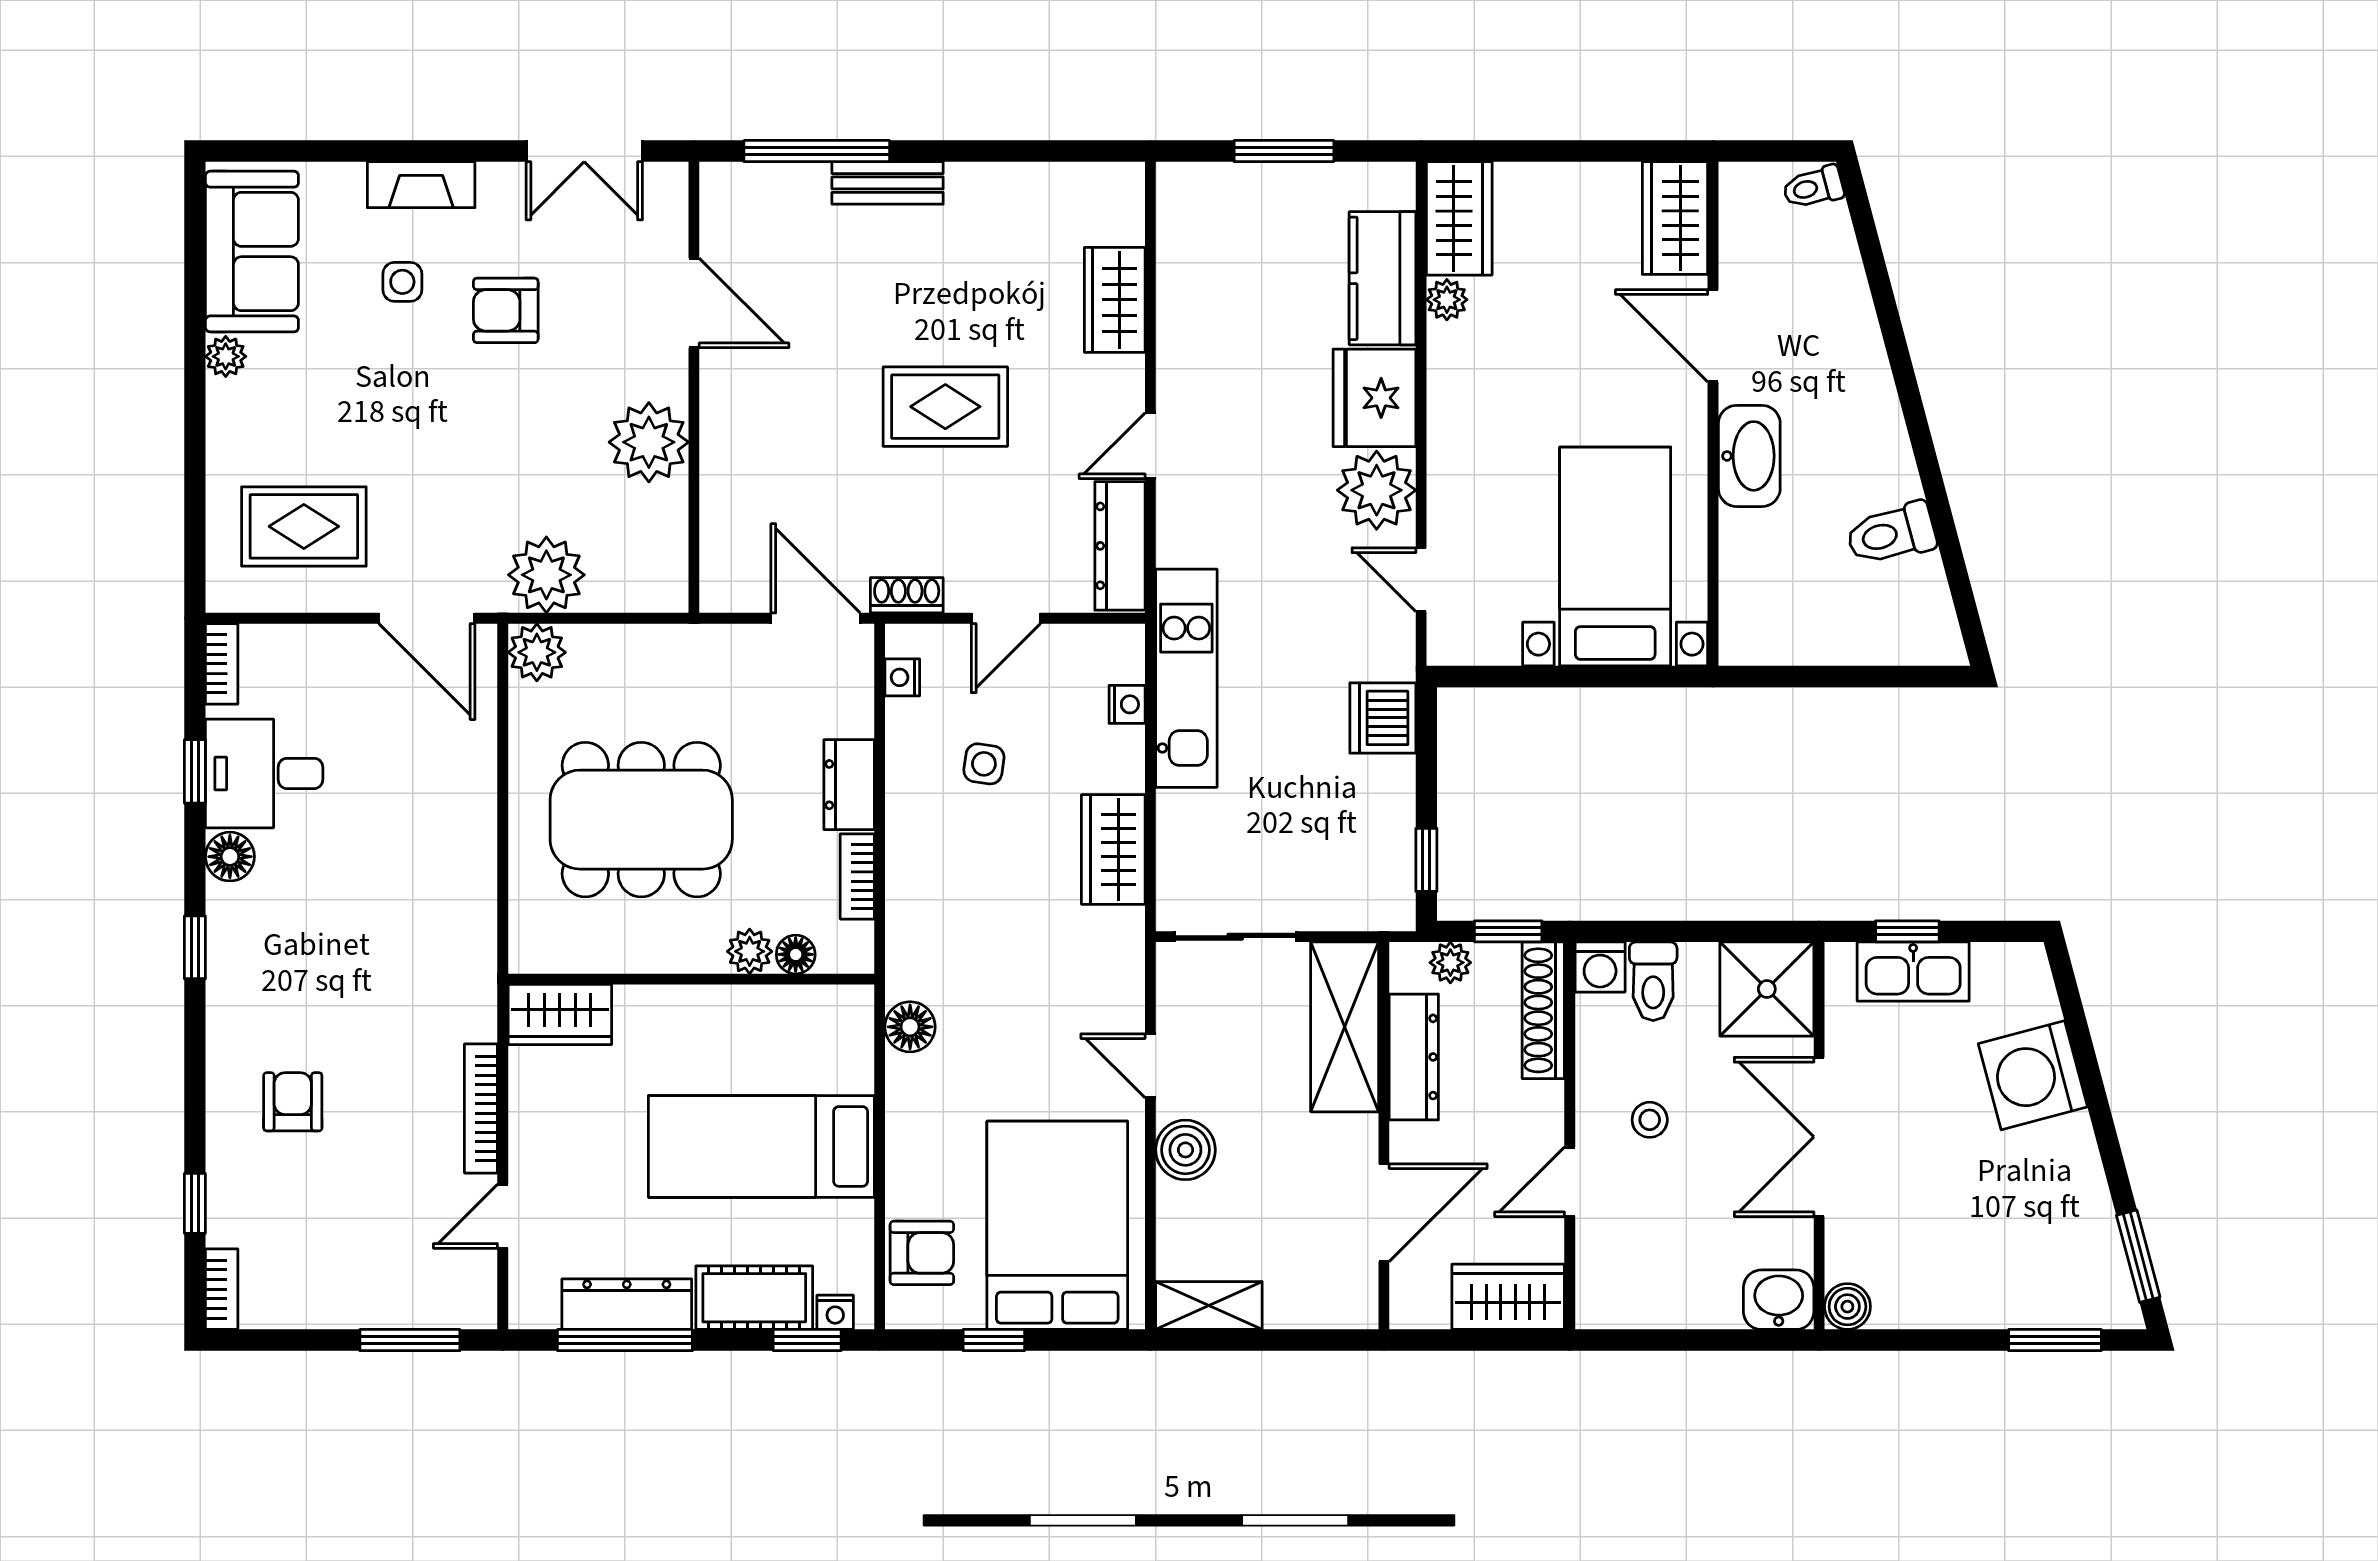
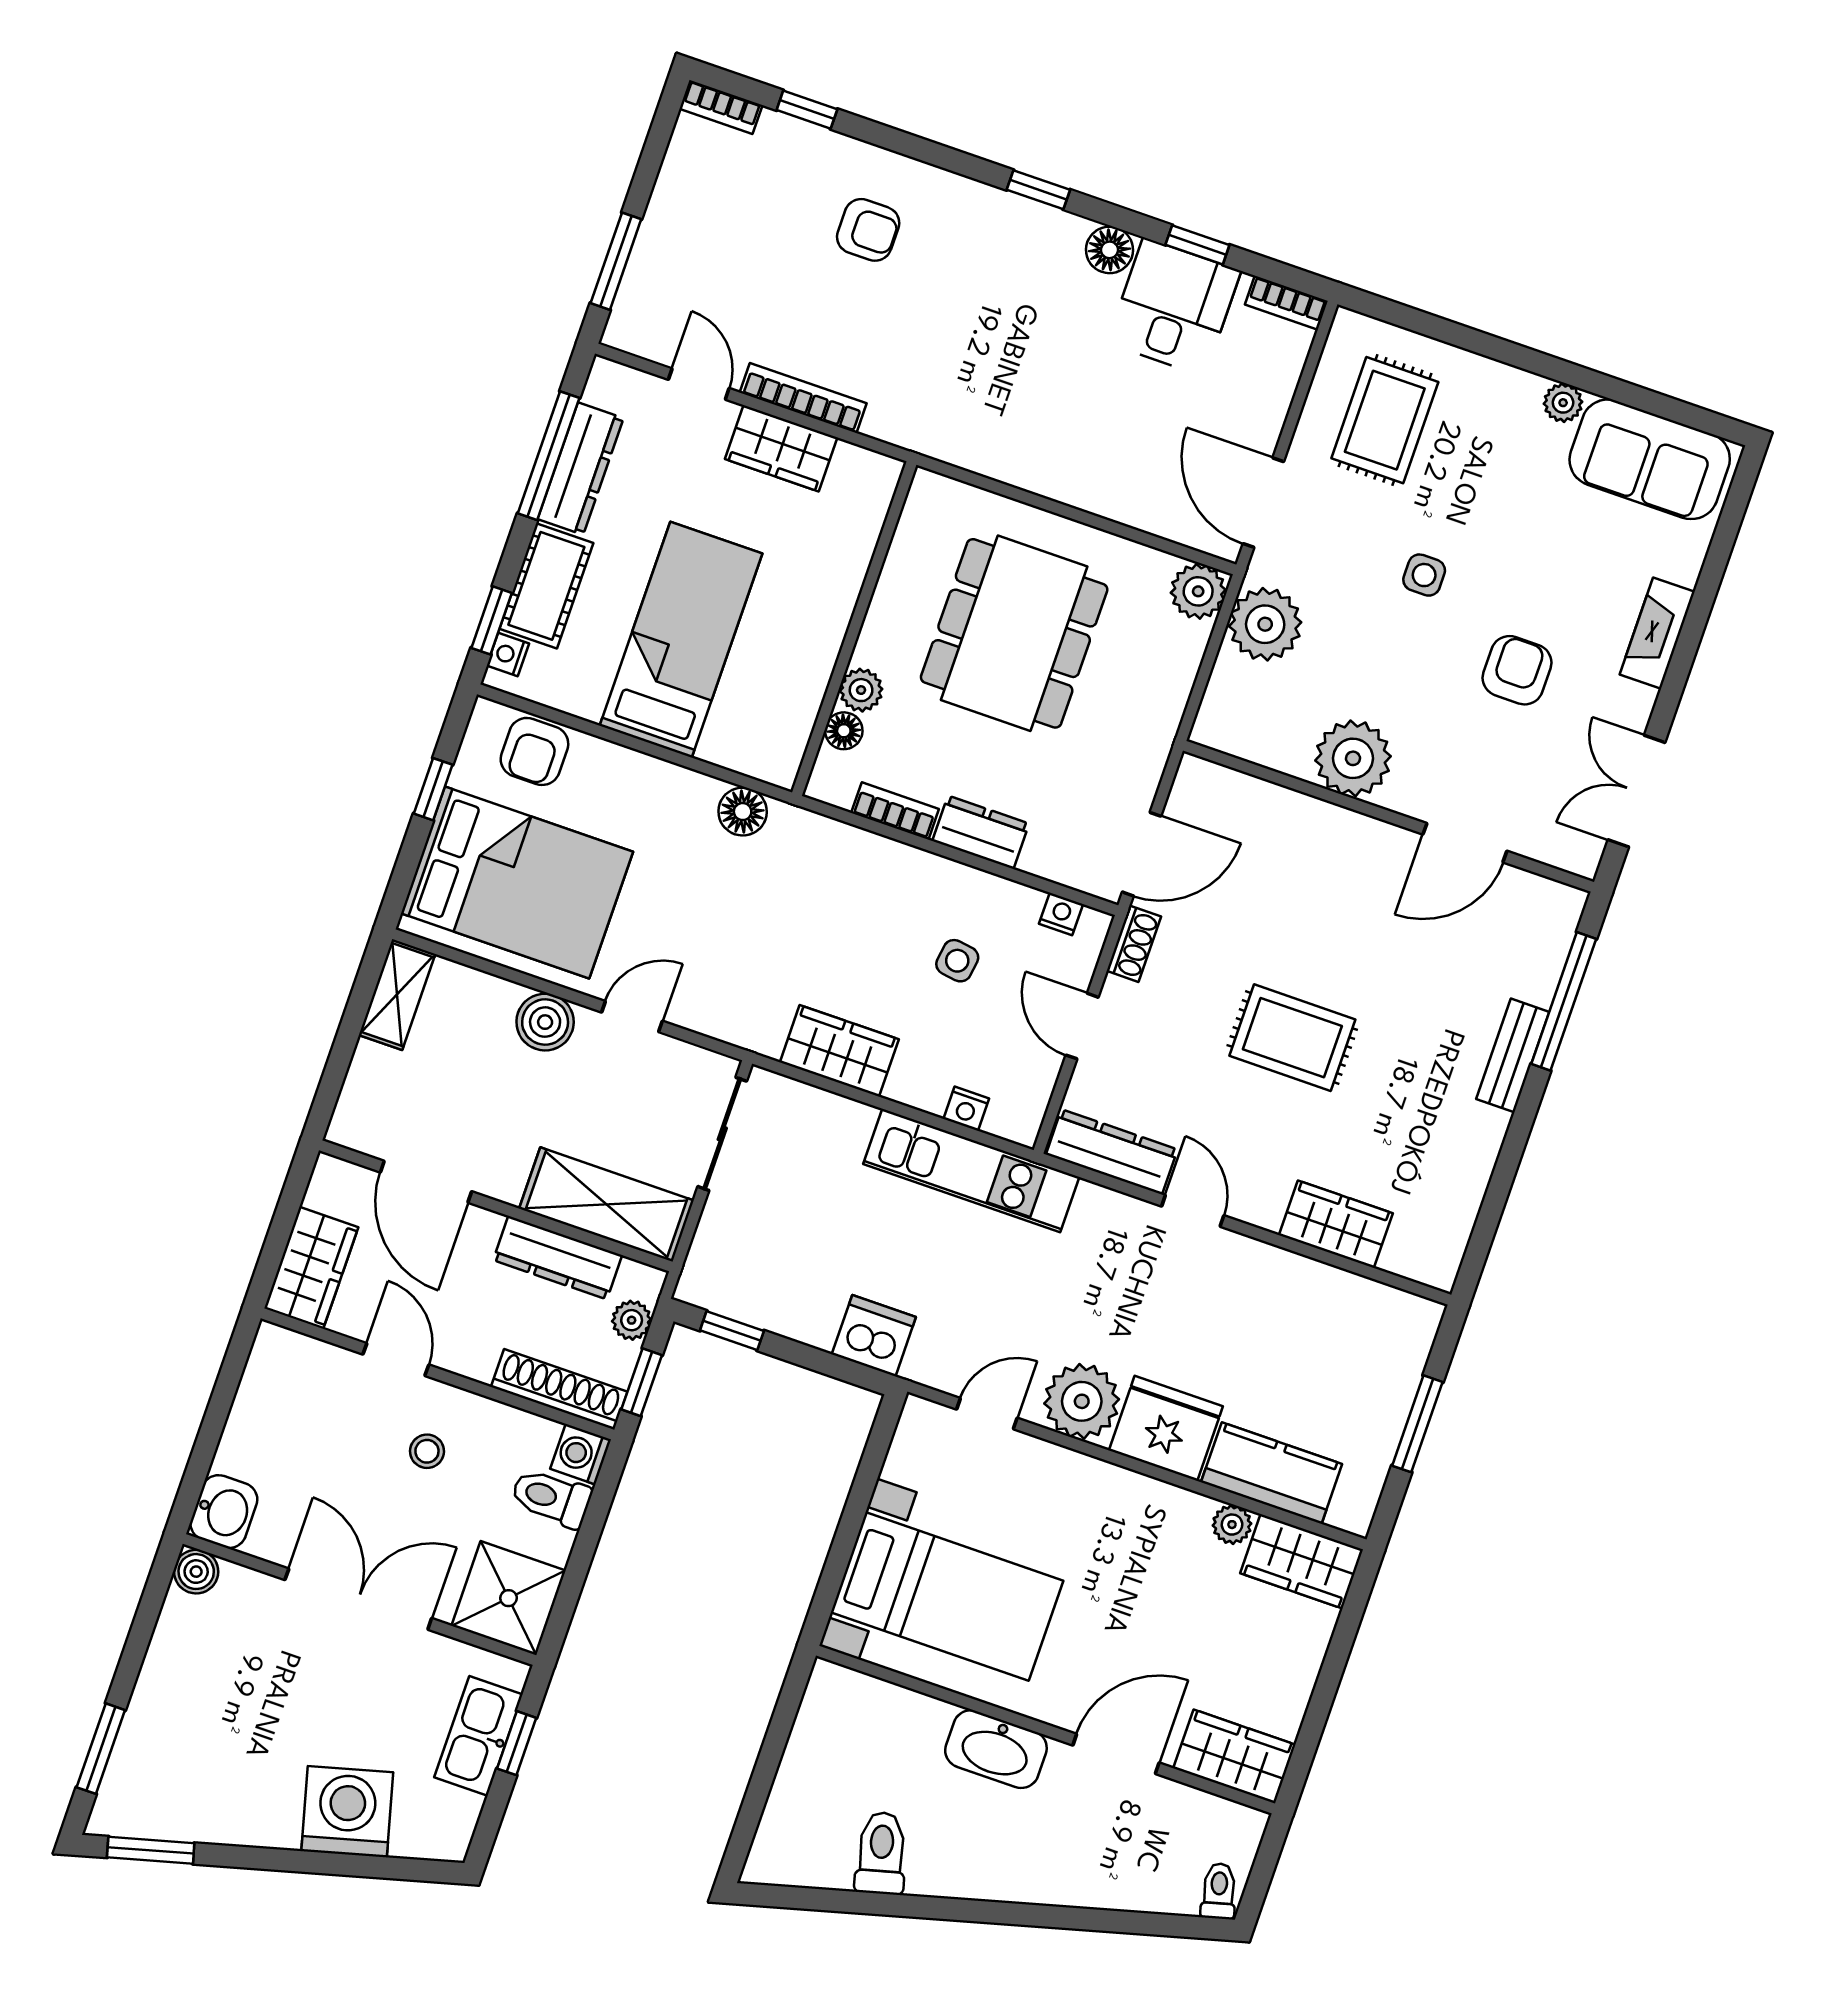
side table: (402, 282) -> (1424, 575), moved
rug: (945, 407) -> (1292, 1038), turned 90
door: (427, 618) -> (1263, 503), hinge flipped
wardrobe: (560, 1015) -> (781, 448), moved, turned -90

